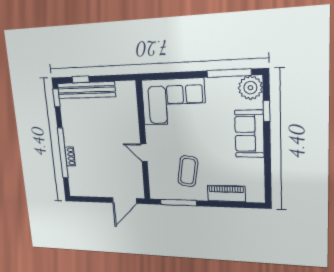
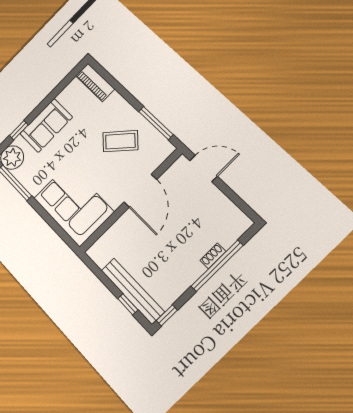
door: (144, 153) -> (140, 191), width x1.88
coffee table: (188, 171) -> (120, 141), turned 34
piano: (226, 193) -> (95, 82), moved

